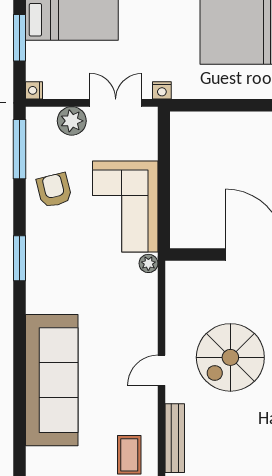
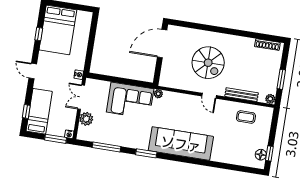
window: (20, 38) -> (56, 139), moved
window: (20, 149) -> (107, 147), moved
armchair: (54, 190) -> (117, 132), removed
sofa: (52, 380) -> (181, 144), moved

